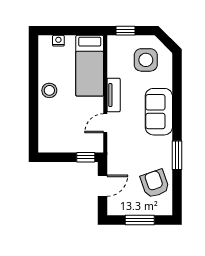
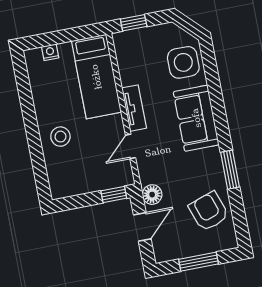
side table: (146, 60) -> (183, 62), moved
stool: (49, 90) -> (60, 137), moved
floor lamp: (115, 163) -> (152, 195), added

